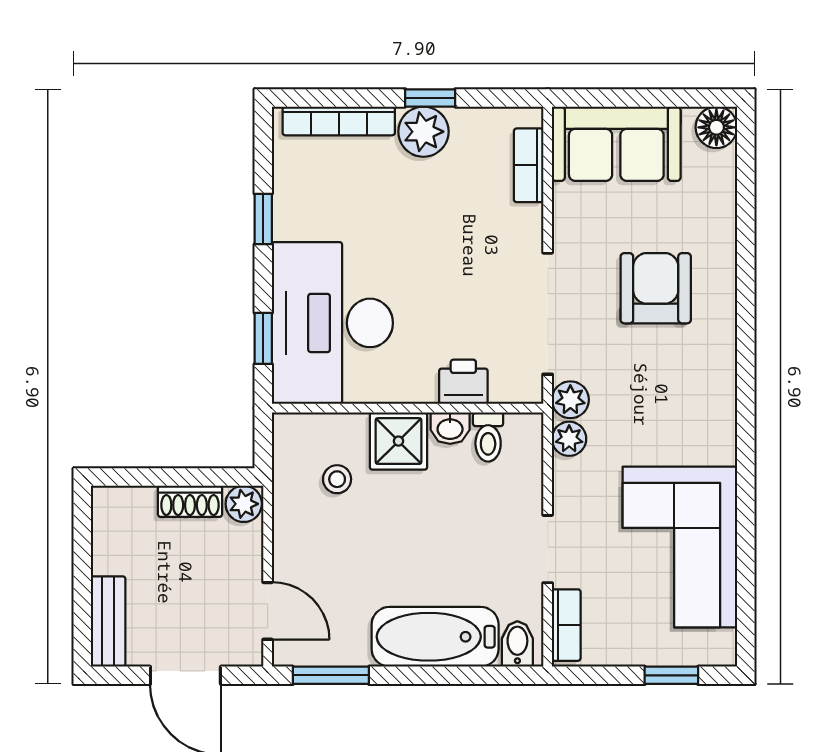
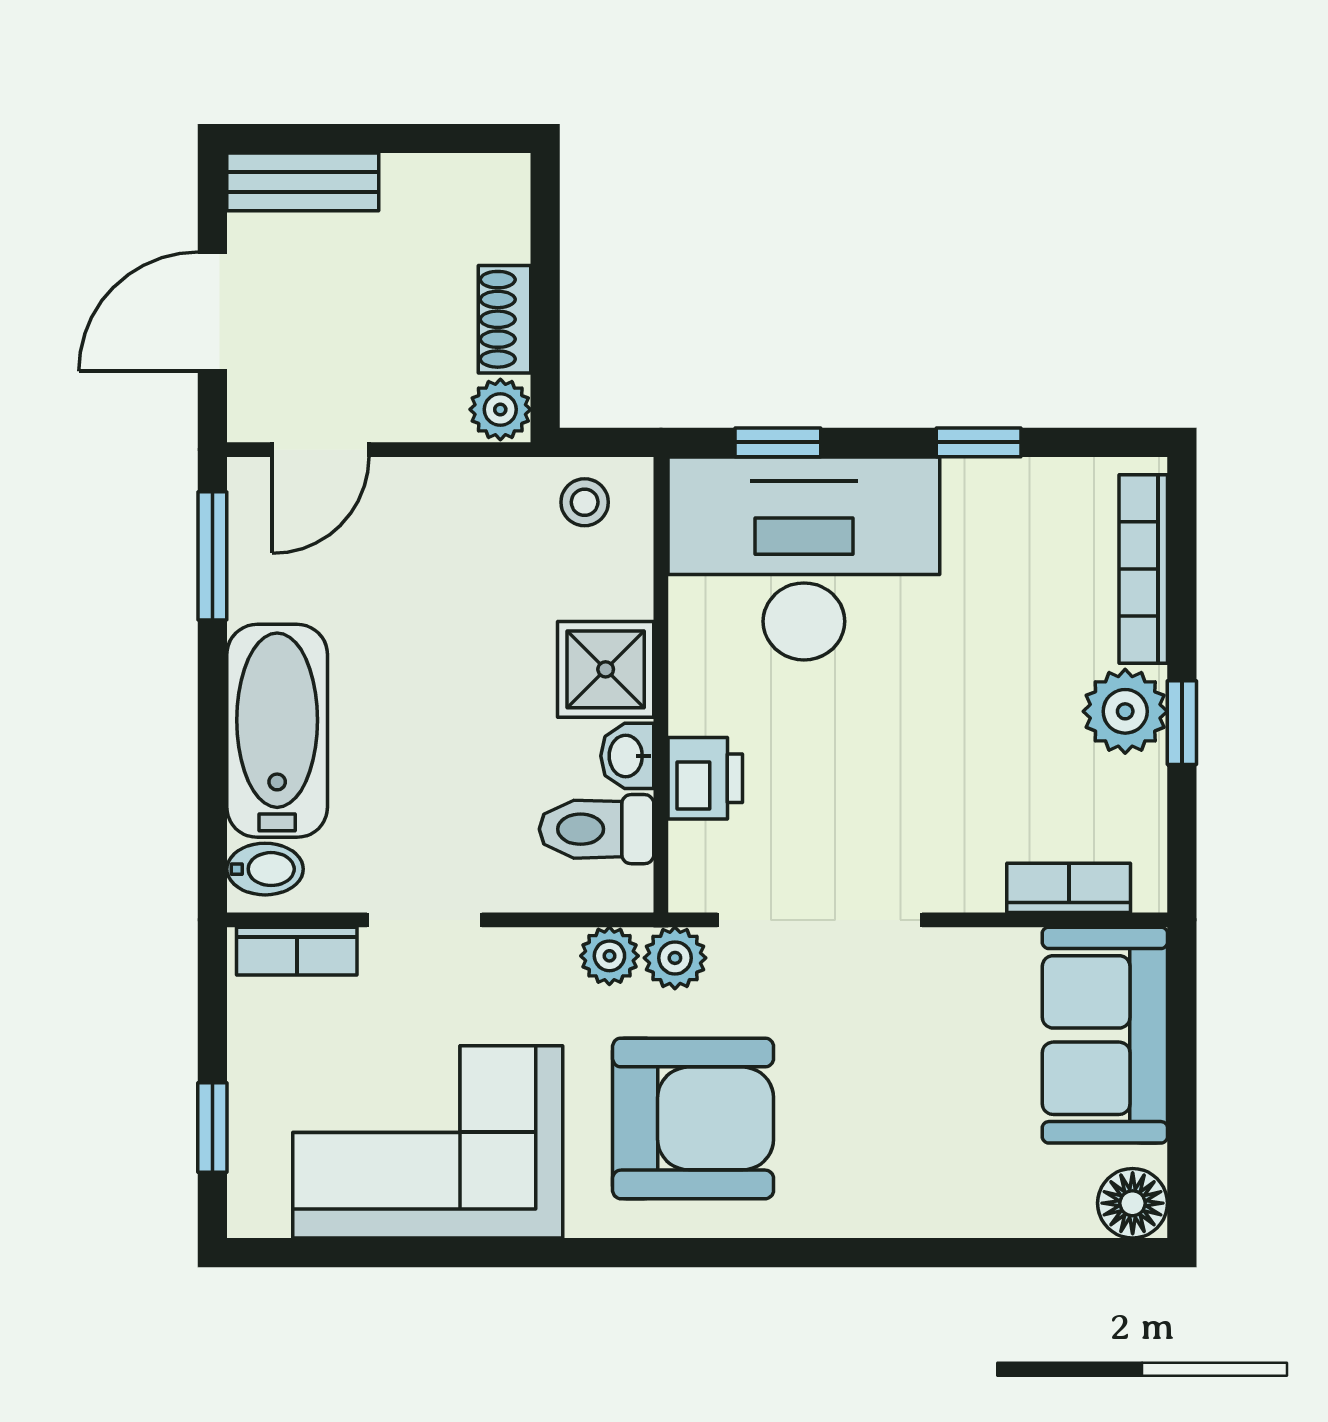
armchair: (656, 288) -> (693, 1118), moved, width x1.36, depth x1.36
toilet: (488, 437) -> (597, 829), width x1.37, depth x1.39
stool: (337, 479) -> (585, 502), moved

